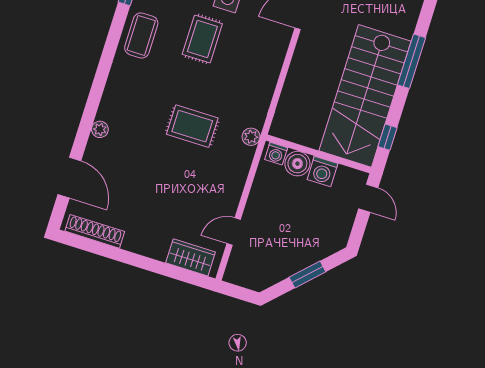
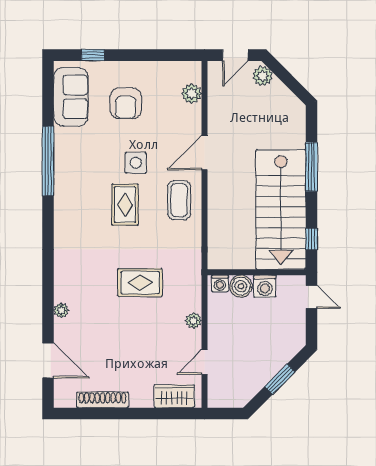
coffee table: (141, 35) -> (179, 200), moved
plant: (251, 137) -> (194, 321), moved
shoe rack: (95, 231) -> (103, 400), moved

